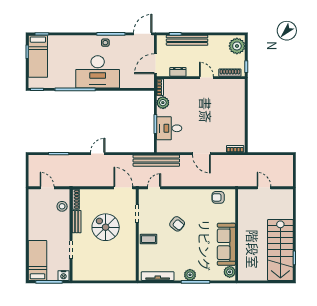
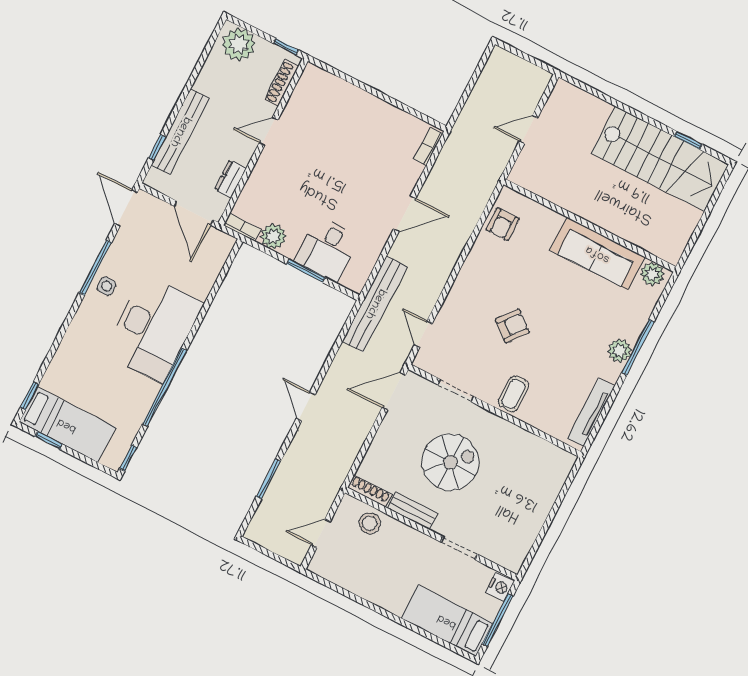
spiral stairs: (106, 227) -> (450, 462), turned 180

